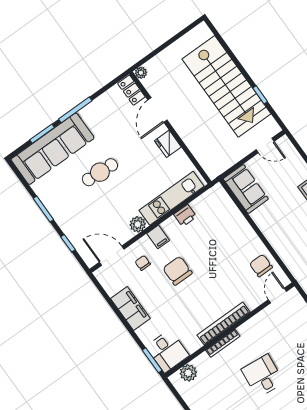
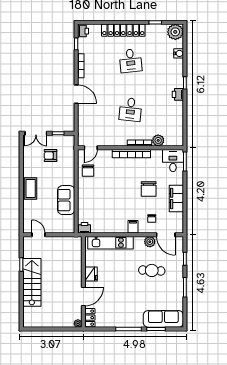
stairs: (226, 86) -> (32, 282), width x0.73, depth x0.66
sofa: (53, 149) -> (163, 319), width x0.74, depth x0.79
cafe table: (100, 172) -> (152, 270), moved
sofa: (246, 189) -> (66, 200), moved
printer: (185, 216) -> (85, 228), moved
plant: (138, 224) -> (150, 242), moved
chair: (177, 271) -> (149, 189), moved
plant: (188, 373) -> (158, 140), moved

